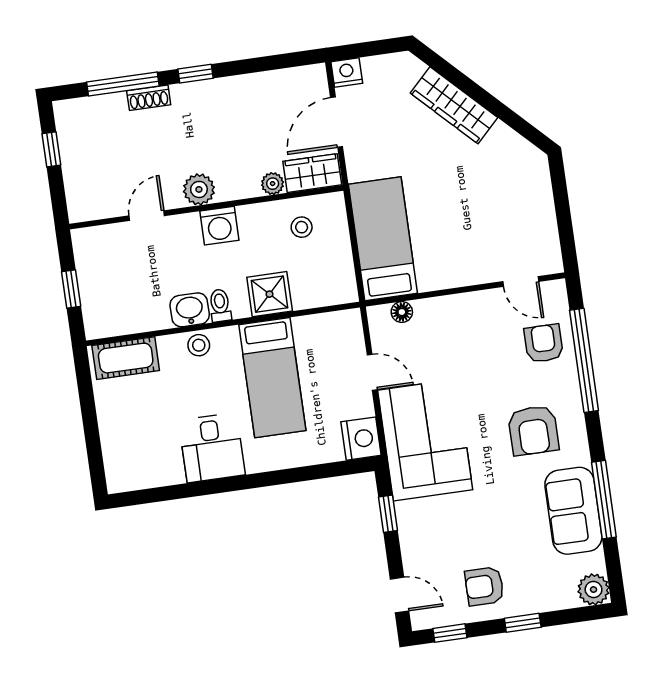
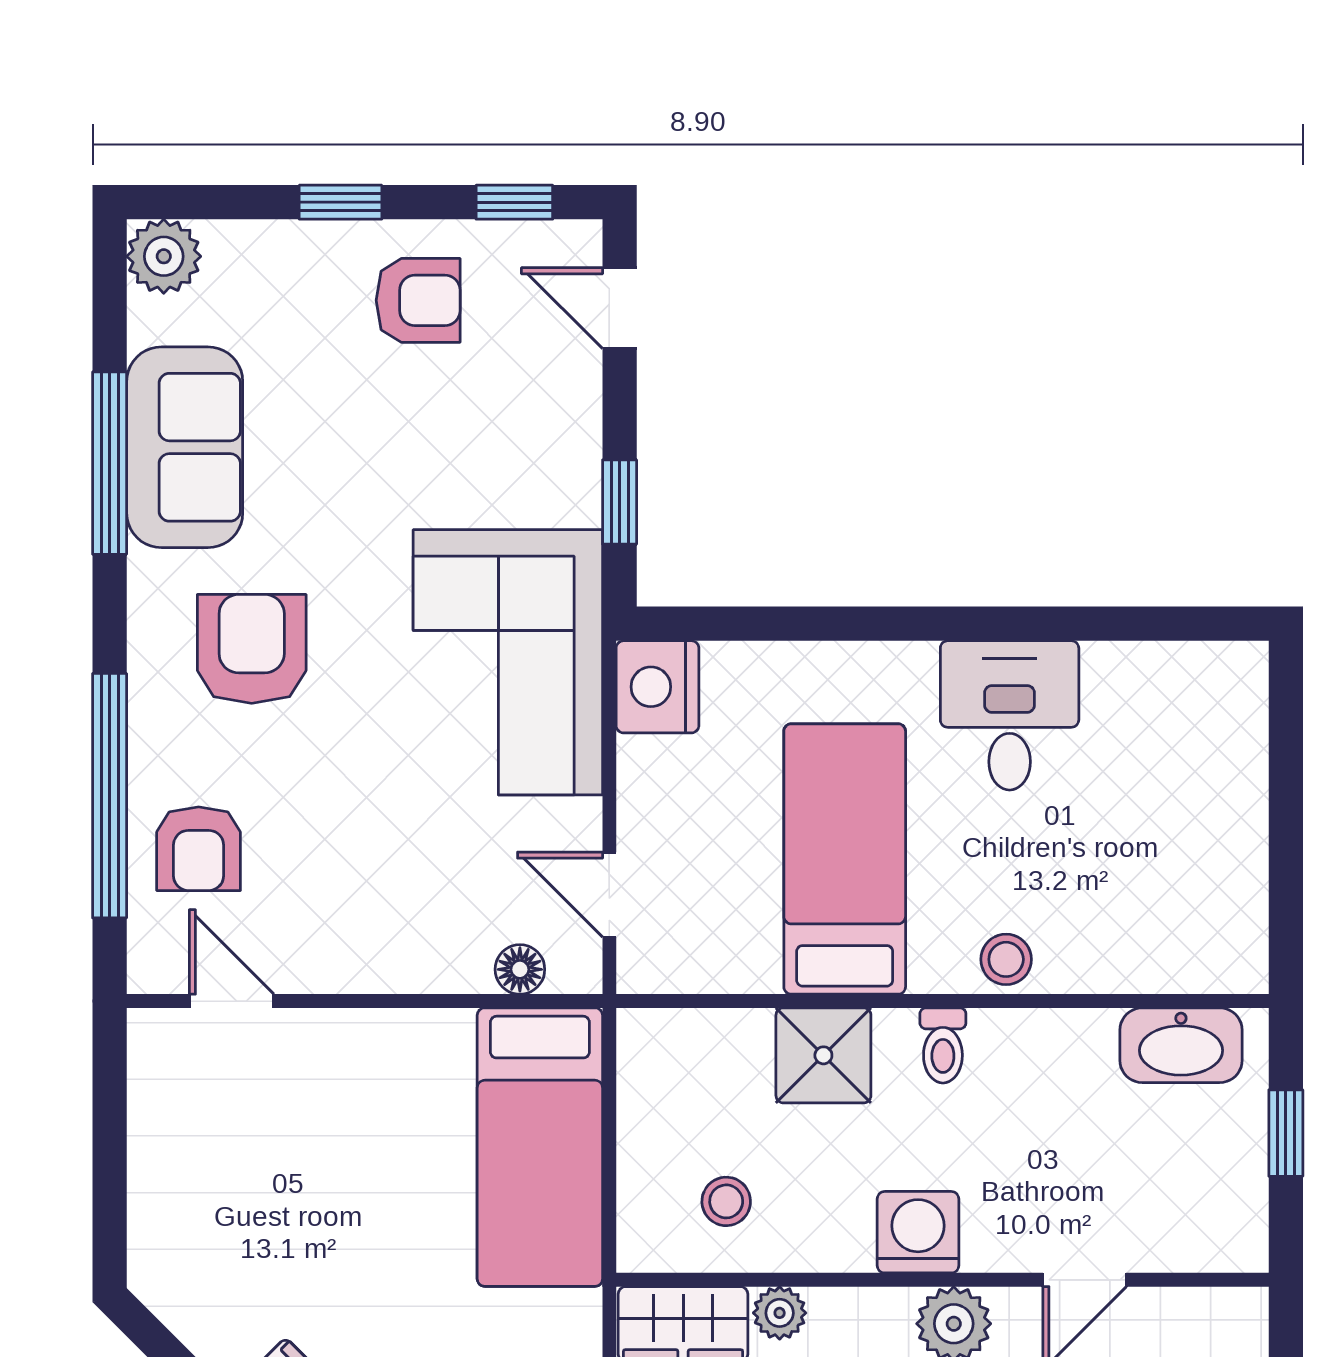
washbasin: (190, 310) -> (1181, 1045), moved, width x1.38
cot: (126, 358) -> (1181, 954), removed
door: (372, 372) -> (609, 895), moved

